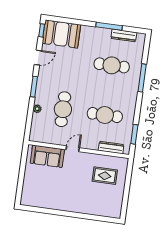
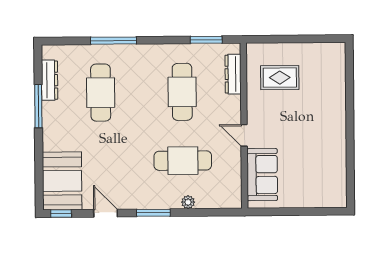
rug: (105, 176) -> (280, 78), turned 90

